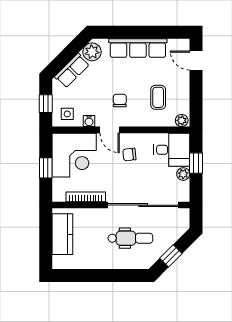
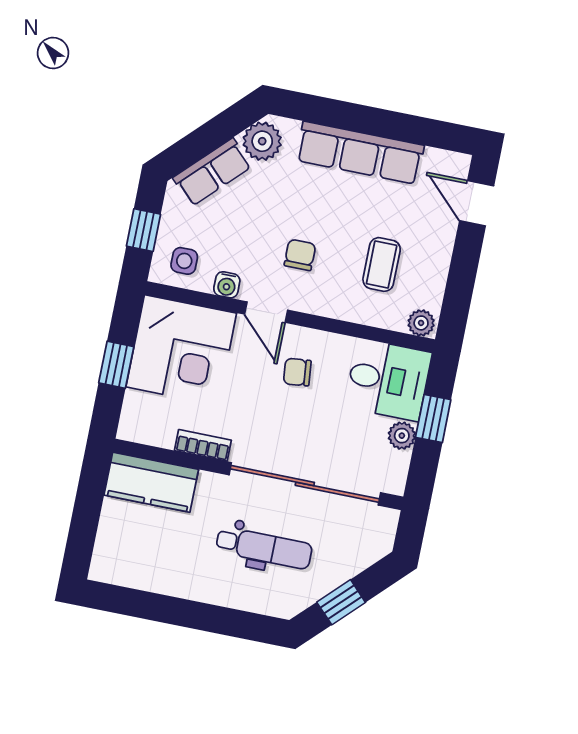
bookcase: (86, 197) -> (203, 445), width x0.64
kitchen counter: (62, 234) -> (151, 482), moved, turned 90

